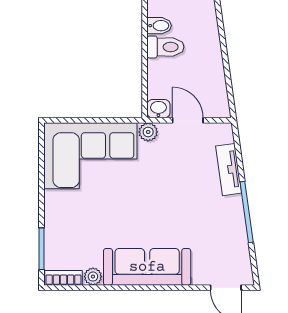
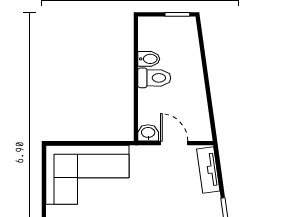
plant: (148, 132) -> (139, 154), removed
tv unit: (229, 170) -> (208, 170), moved

